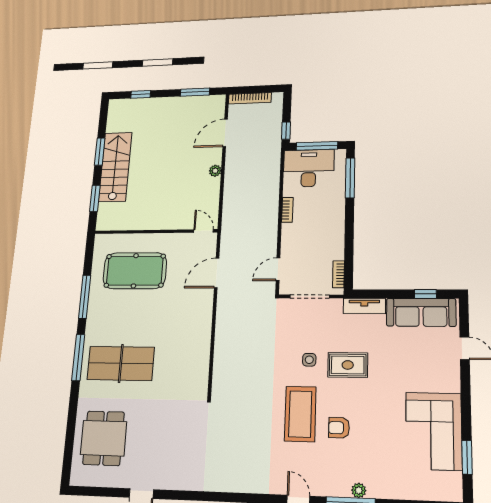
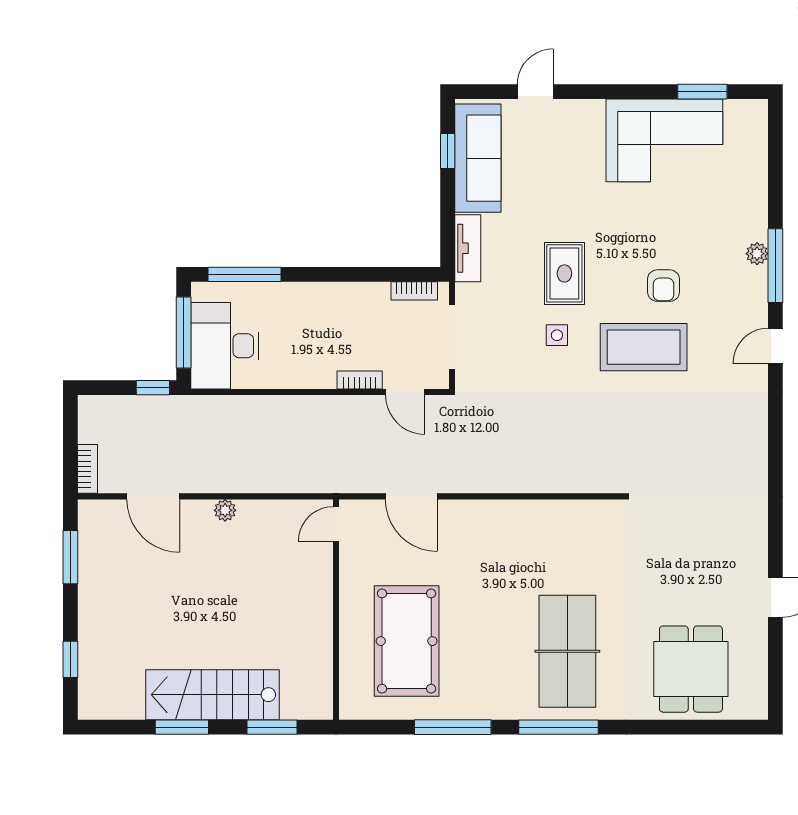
bookcase: (250, 98) -> (88, 469), width x0.64
bookcase: (287, 210) -> (360, 380), moved
dining table: (104, 438) -> (691, 669), turned 90

